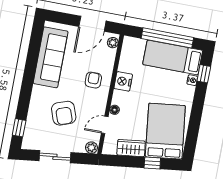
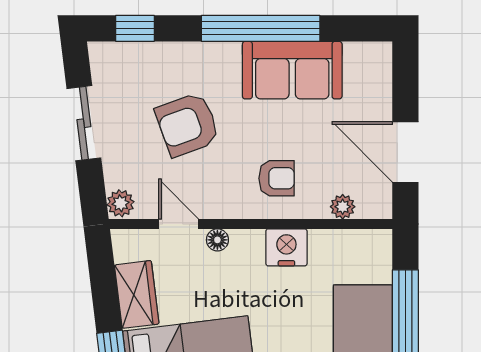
plant: (113, 43) -> (343, 207), moved
sofa: (51, 57) -> (292, 70), width x0.73
window: (29, 75) -> (261, 28), added

